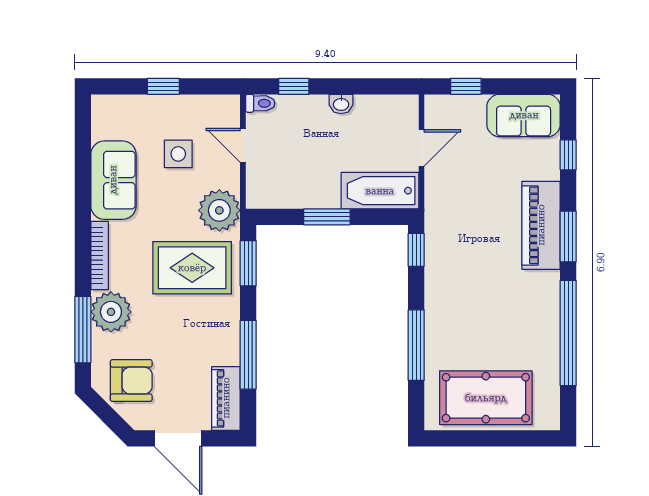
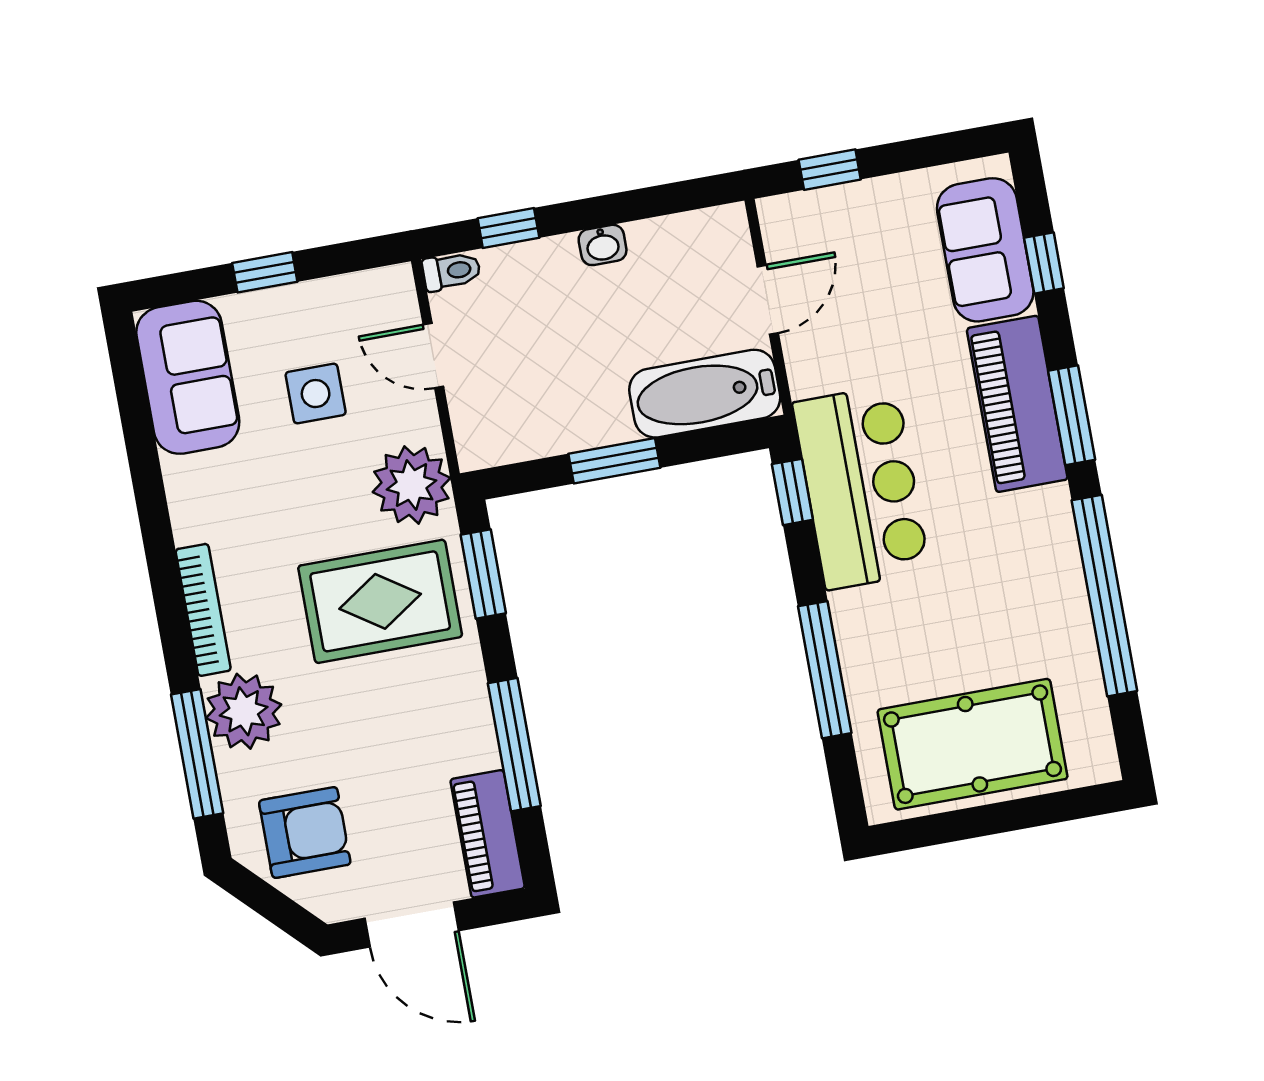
sofa: (524, 115) -> (985, 250), moved, turned 90
sofa: (113, 180) -> (188, 377), moved
bar counter: (452, 254) -> (861, 487), added

